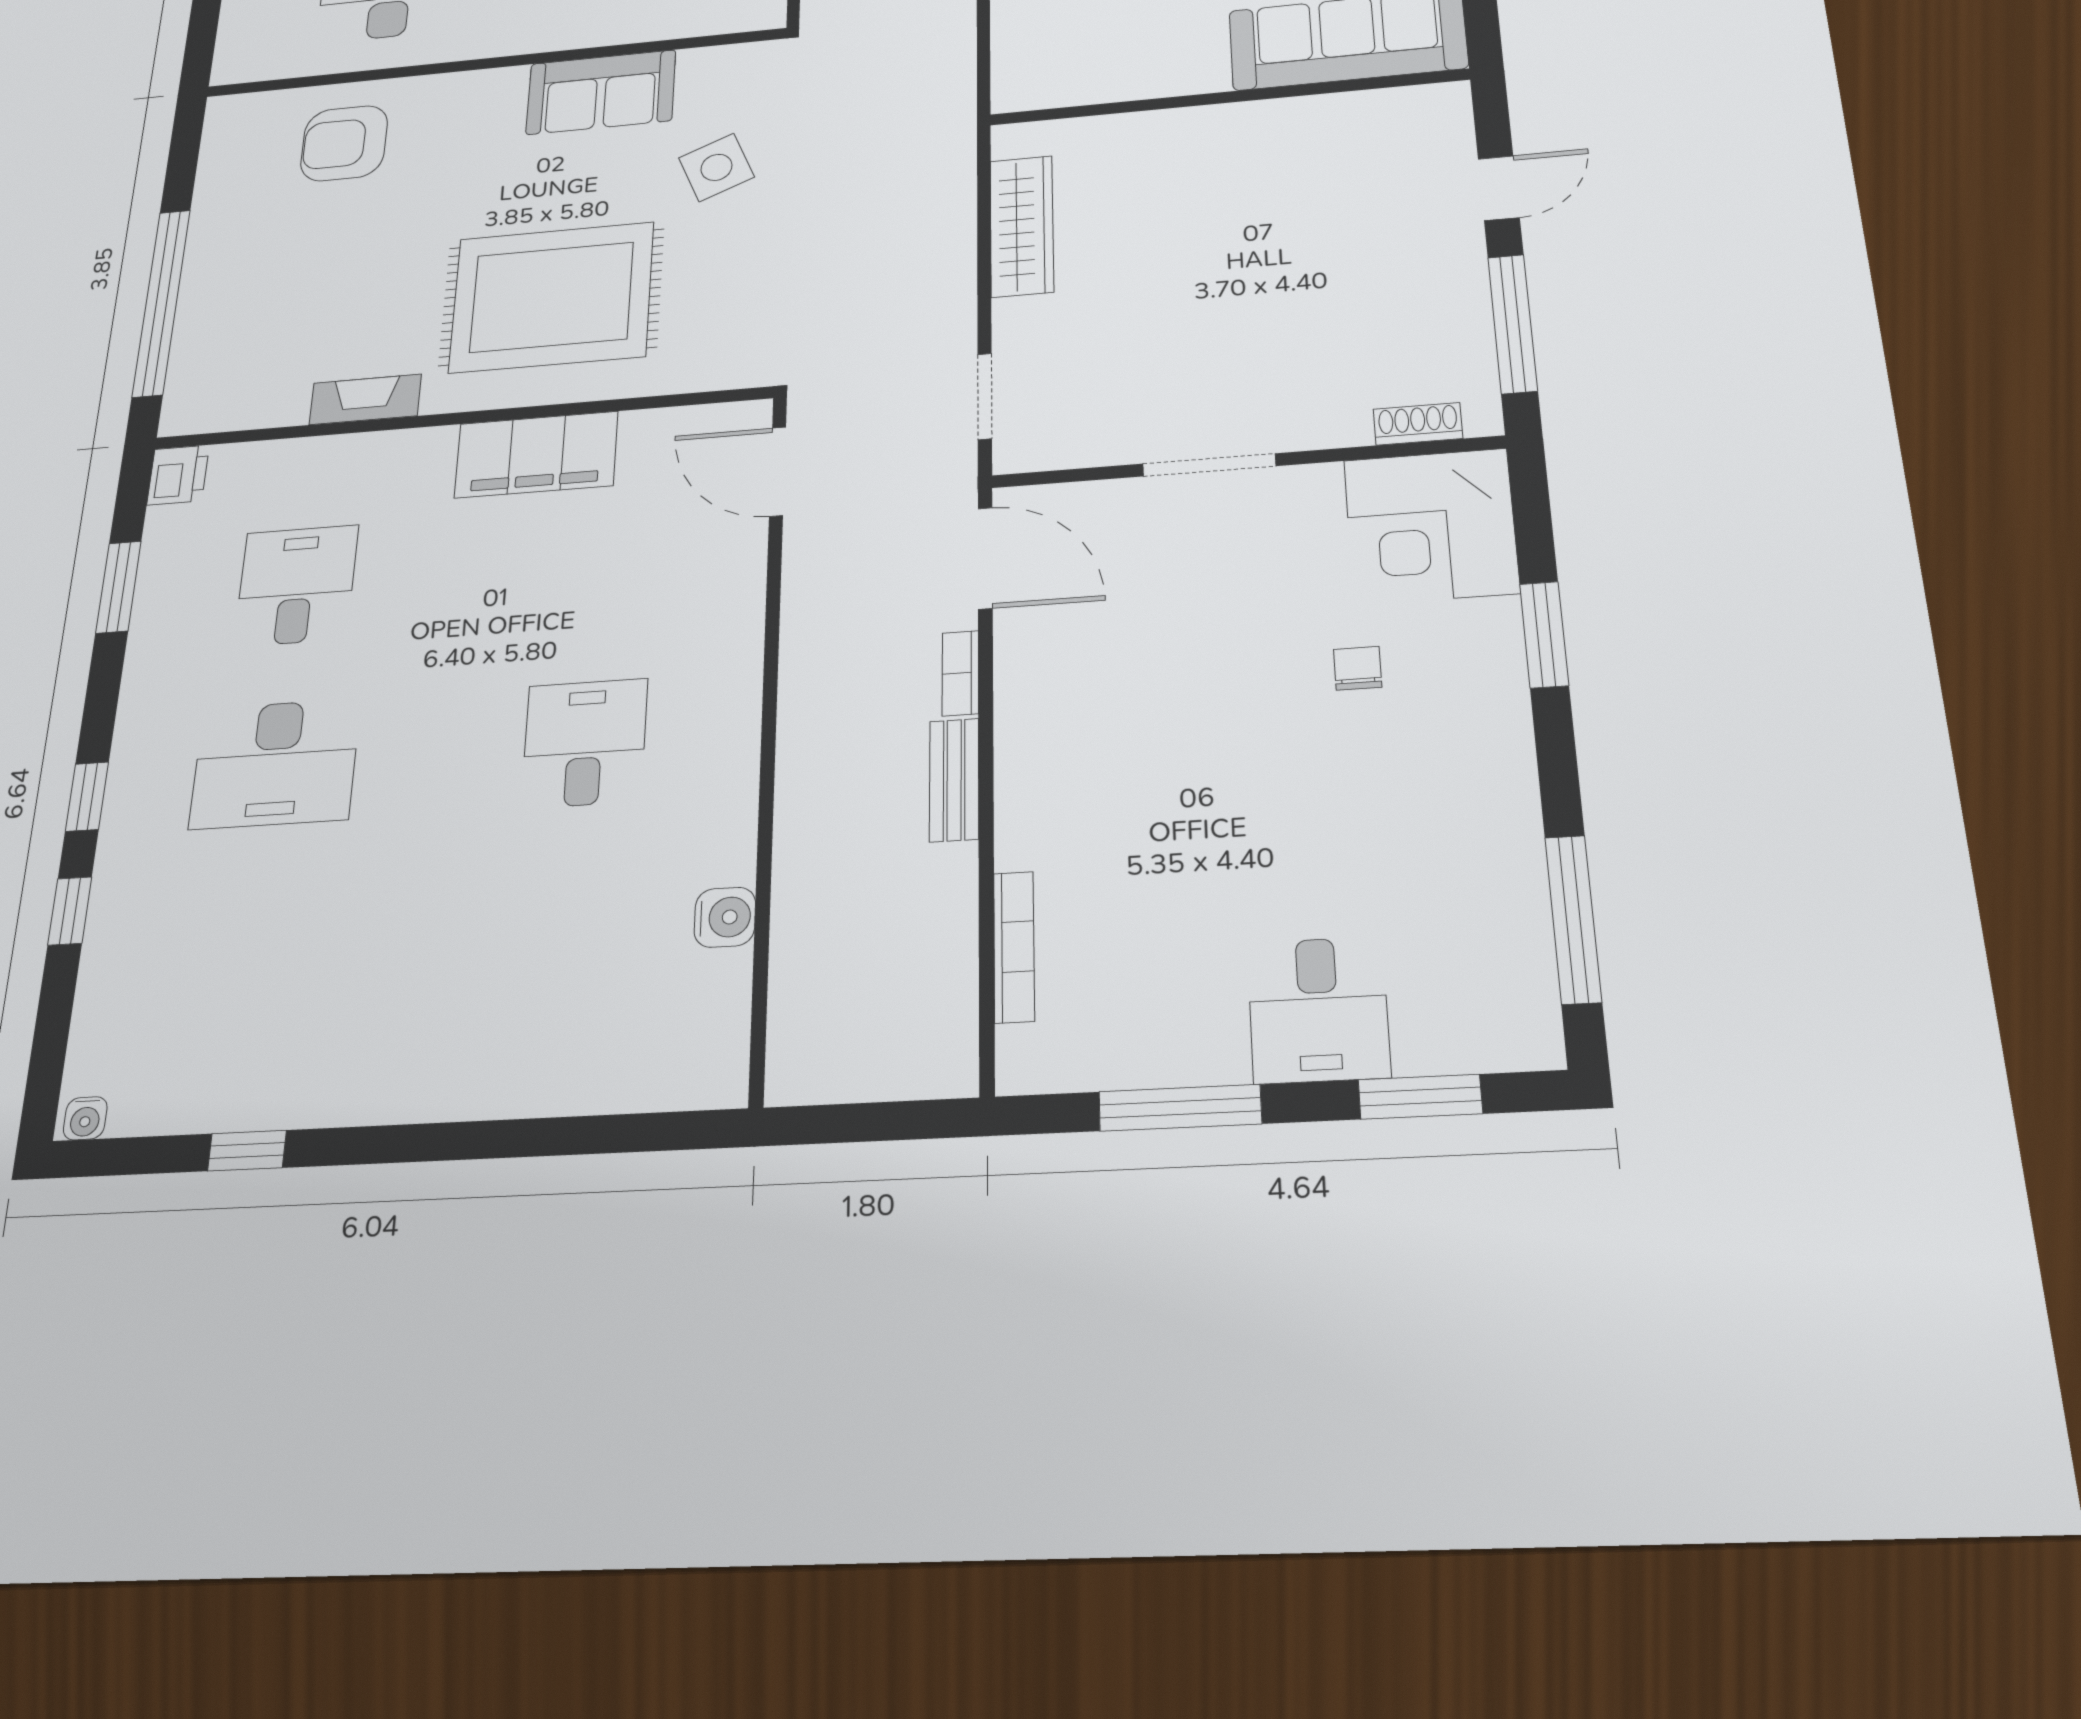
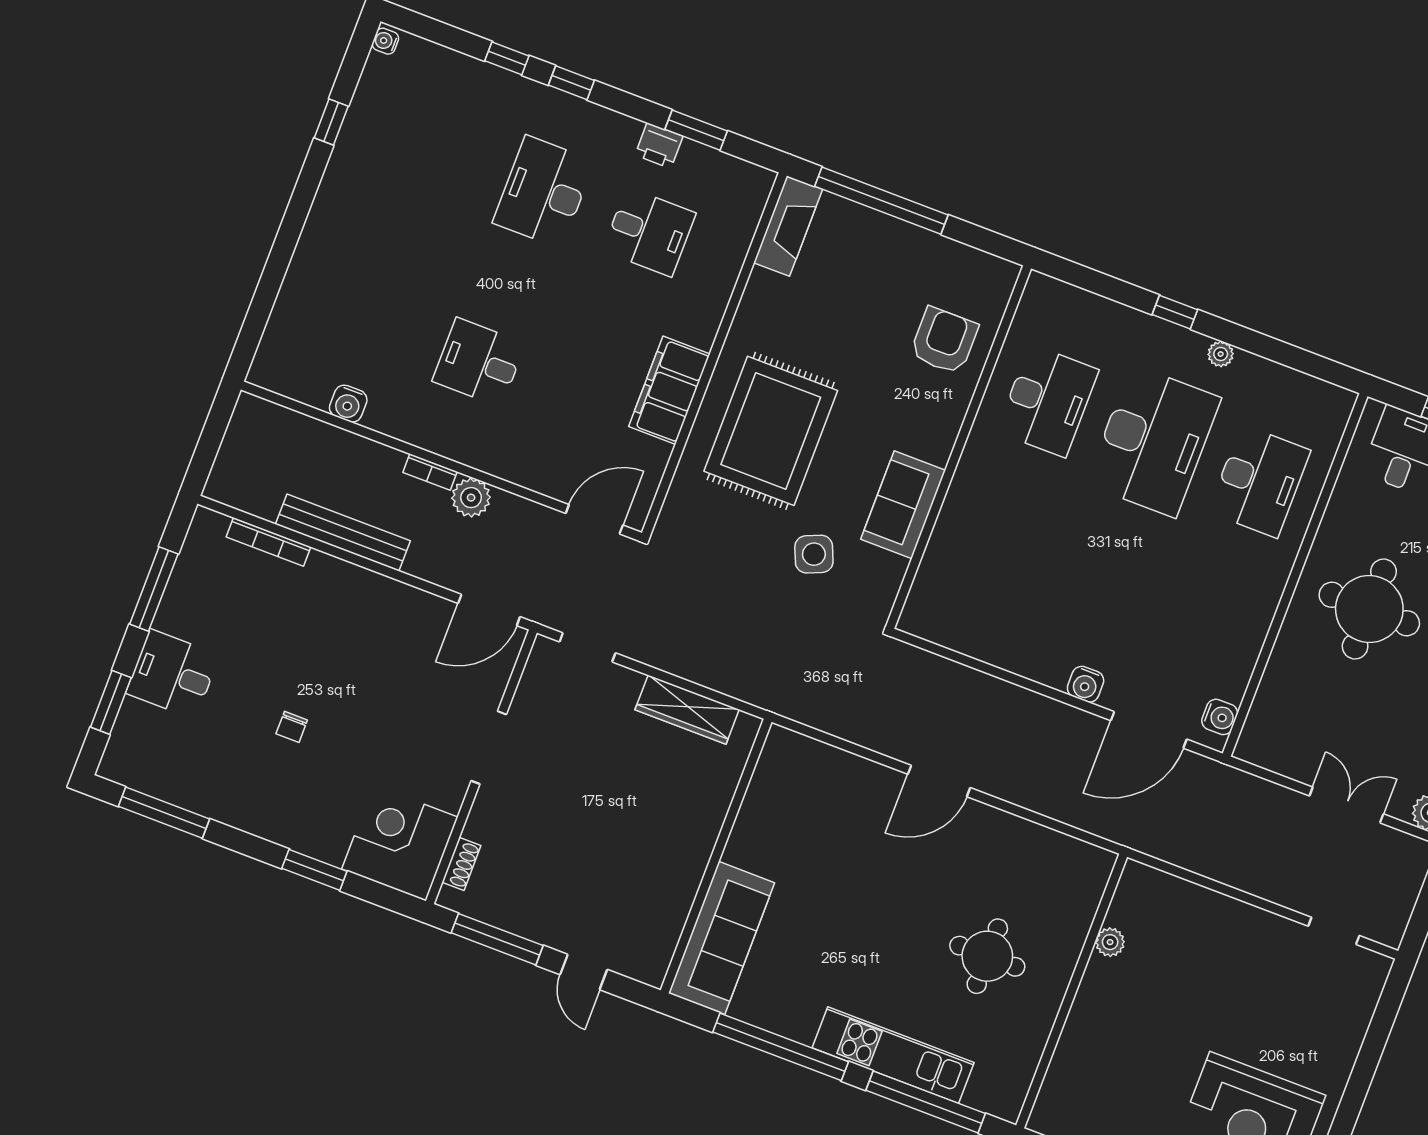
fireplace: (365, 399) -> (788, 226), moved, width x1.37, depth x1.32
printer: (178, 475) -> (659, 146), moved
plant: (812, 661) -> (471, 498), added
chair: (1358, 668) -> (292, 727), moved, turned 90
bookcase: (960, 673) -> (430, 472), moved, turned 180
desk: (585, 743) -> (479, 362), turned 180
bench: (954, 780) -> (343, 533), width x1.86, depth x1.21

